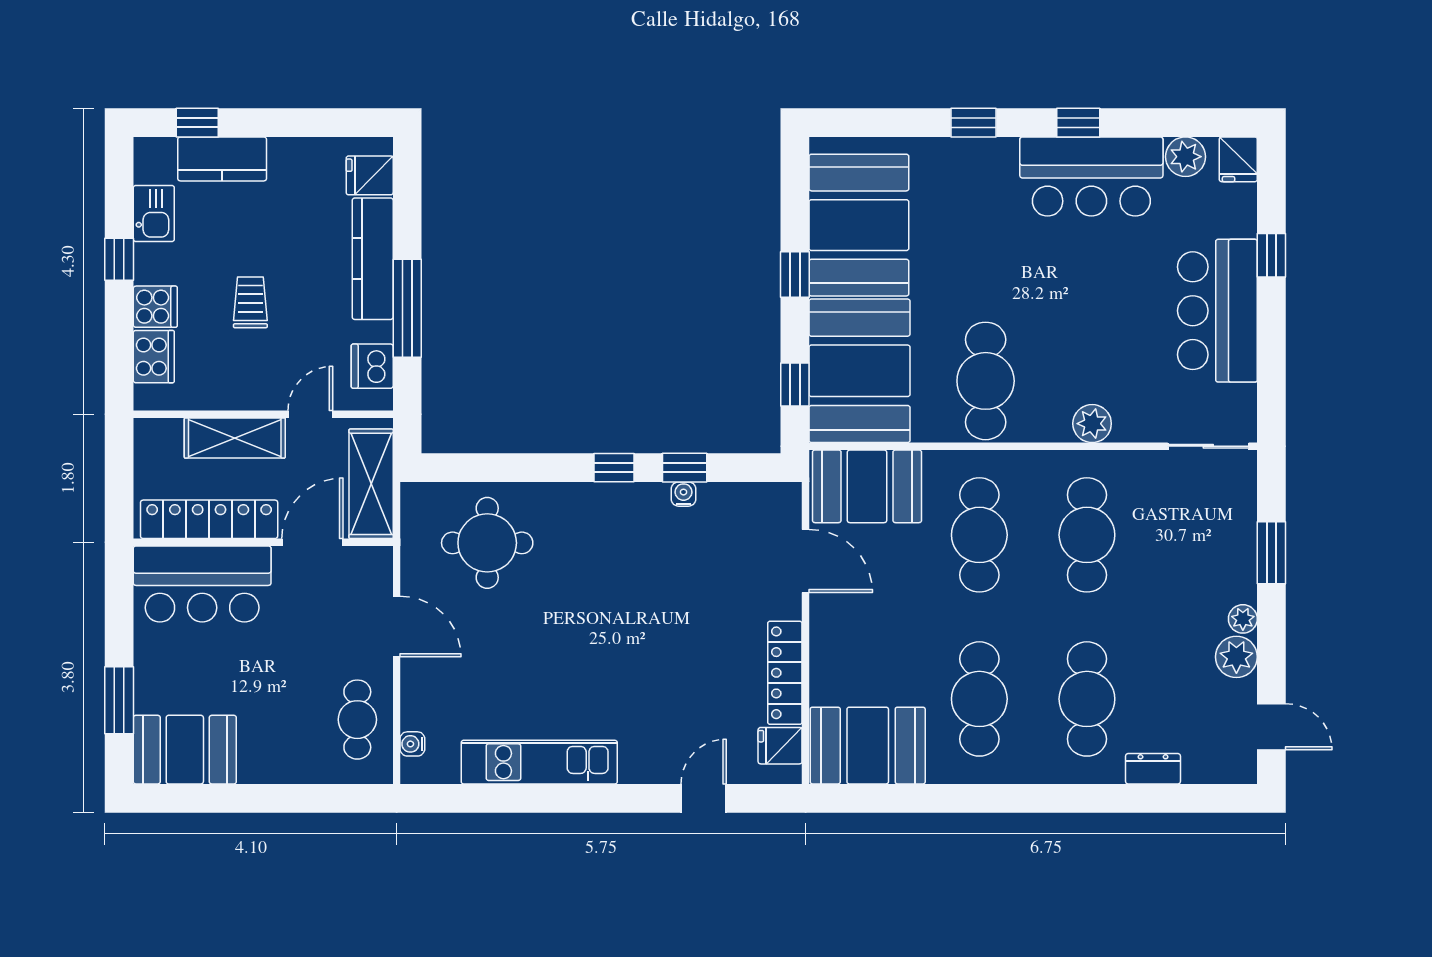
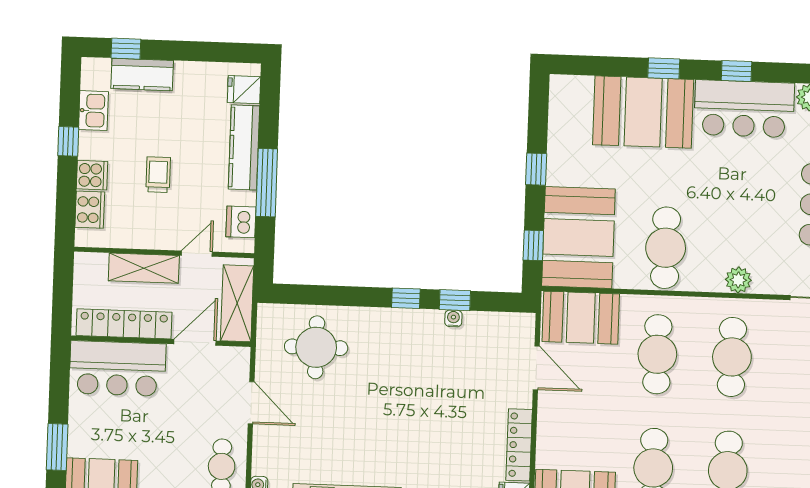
booth: (859, 225) -> (643, 112), moved, turned 90

